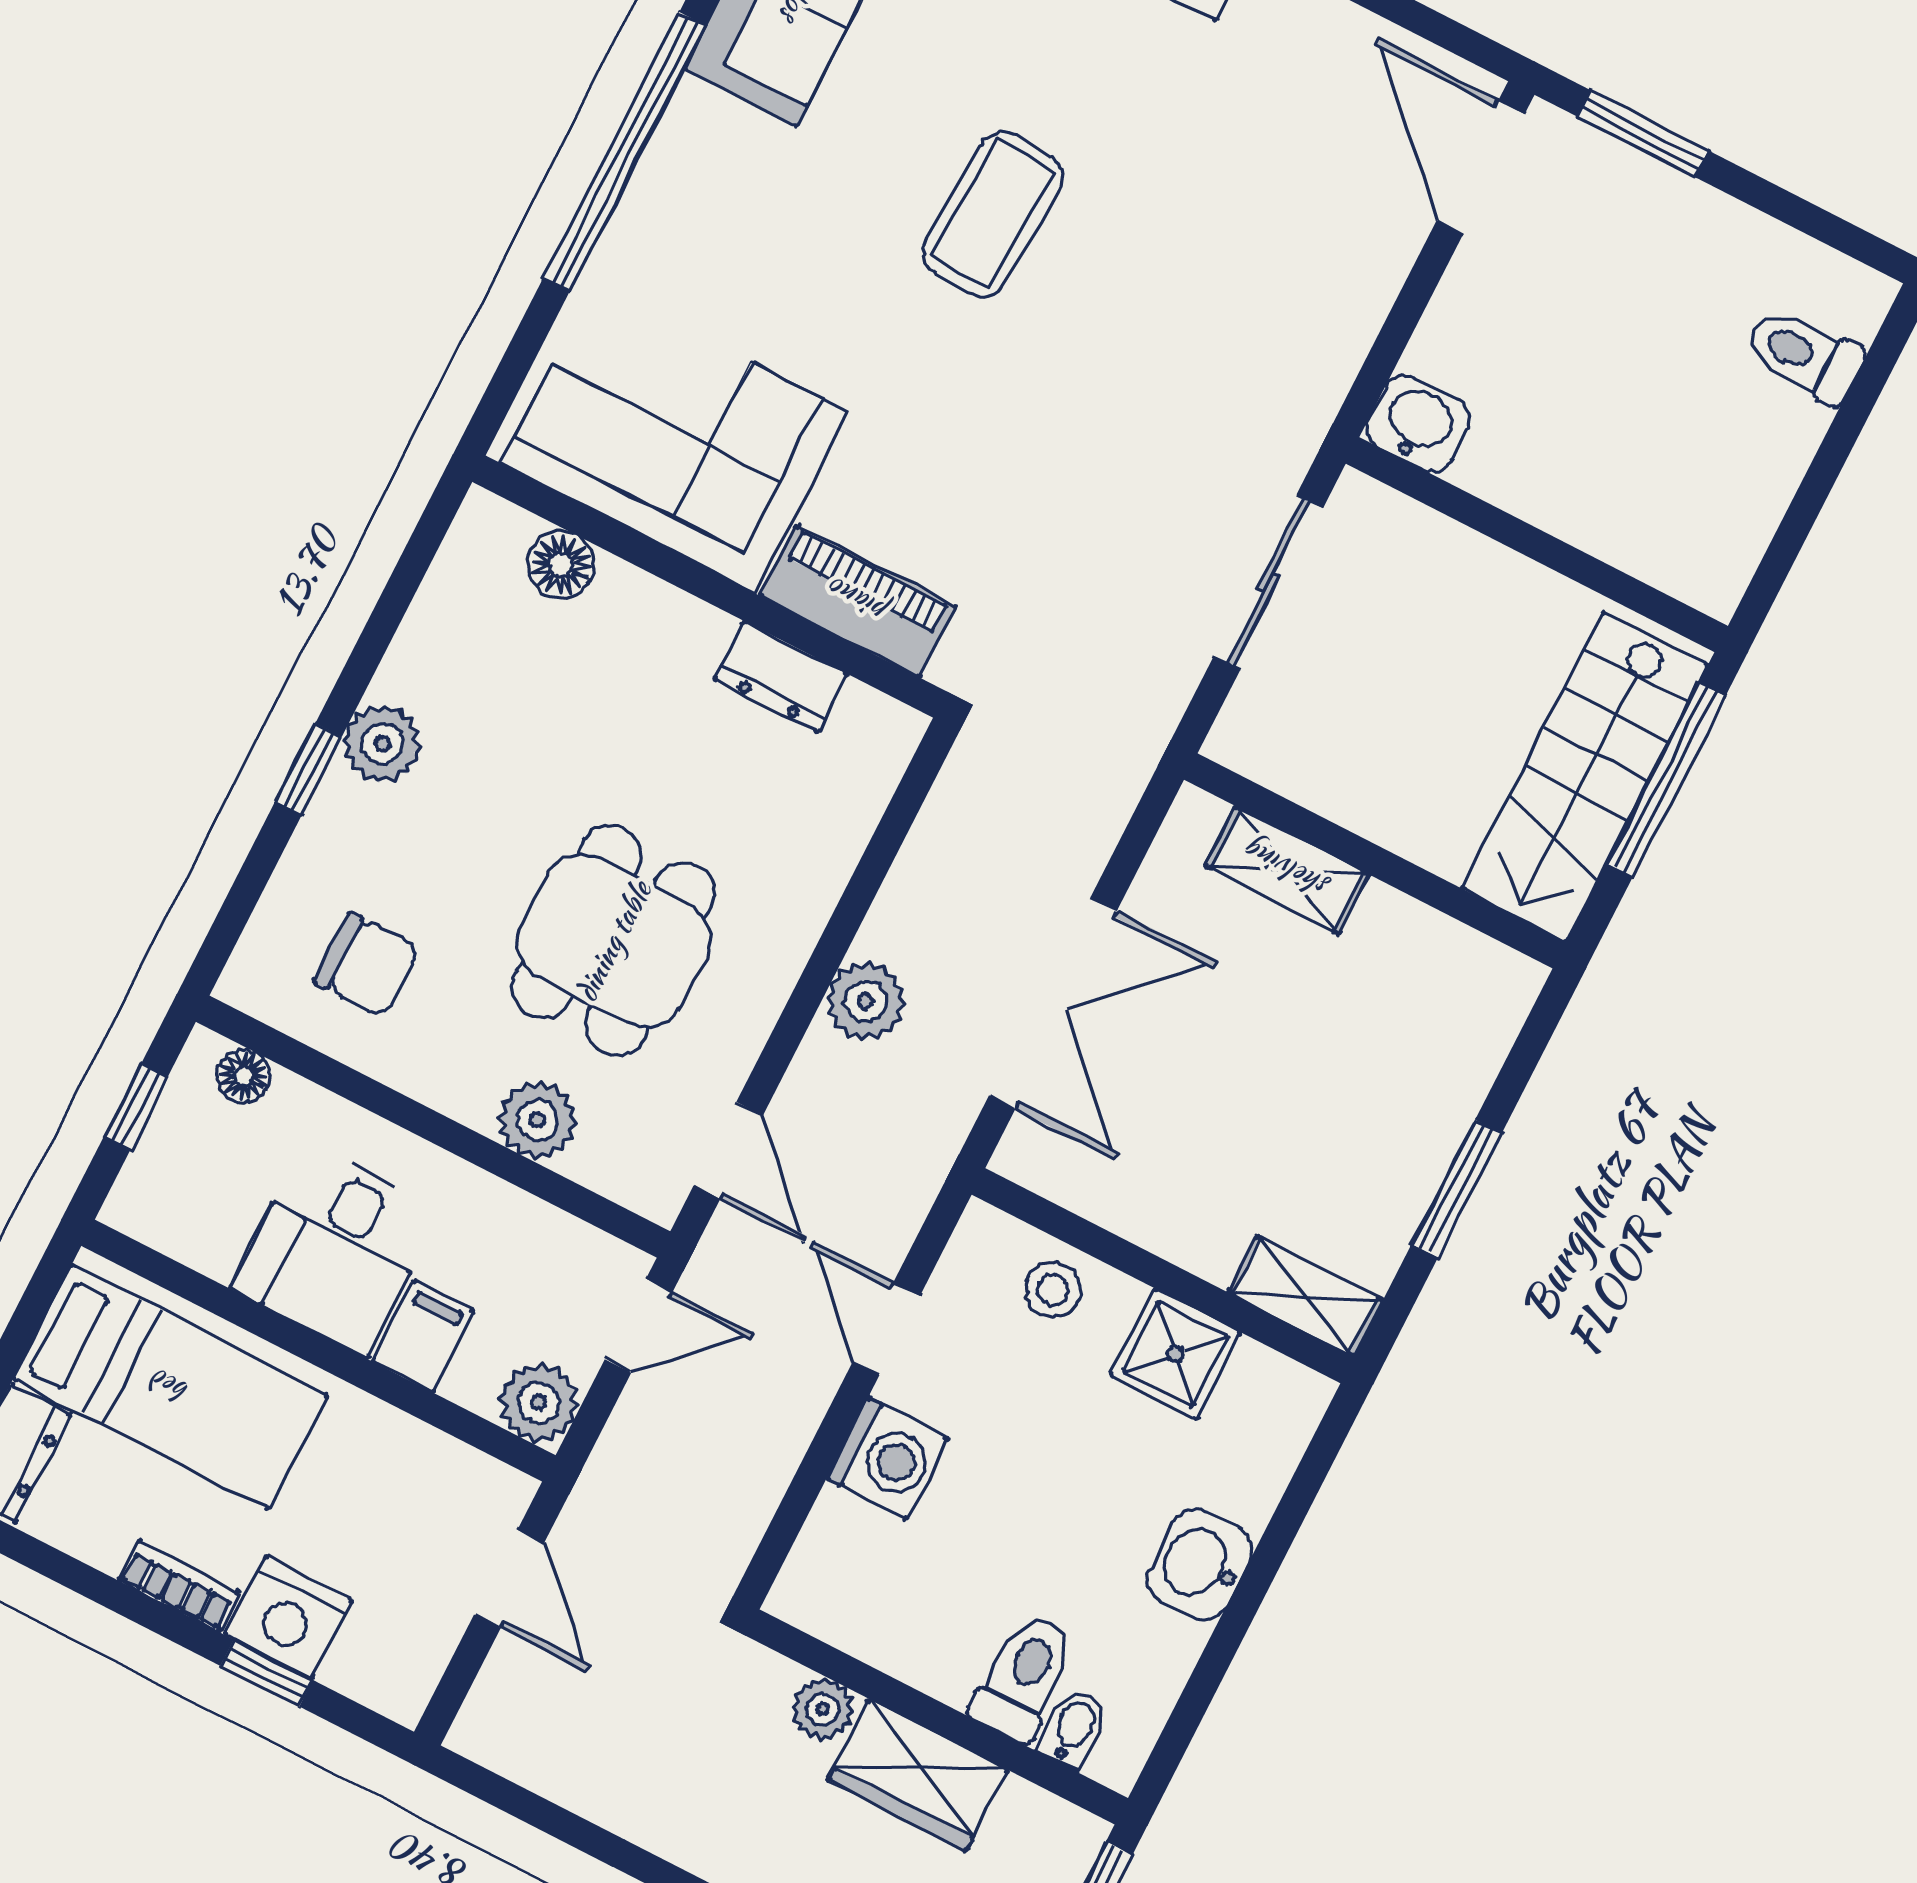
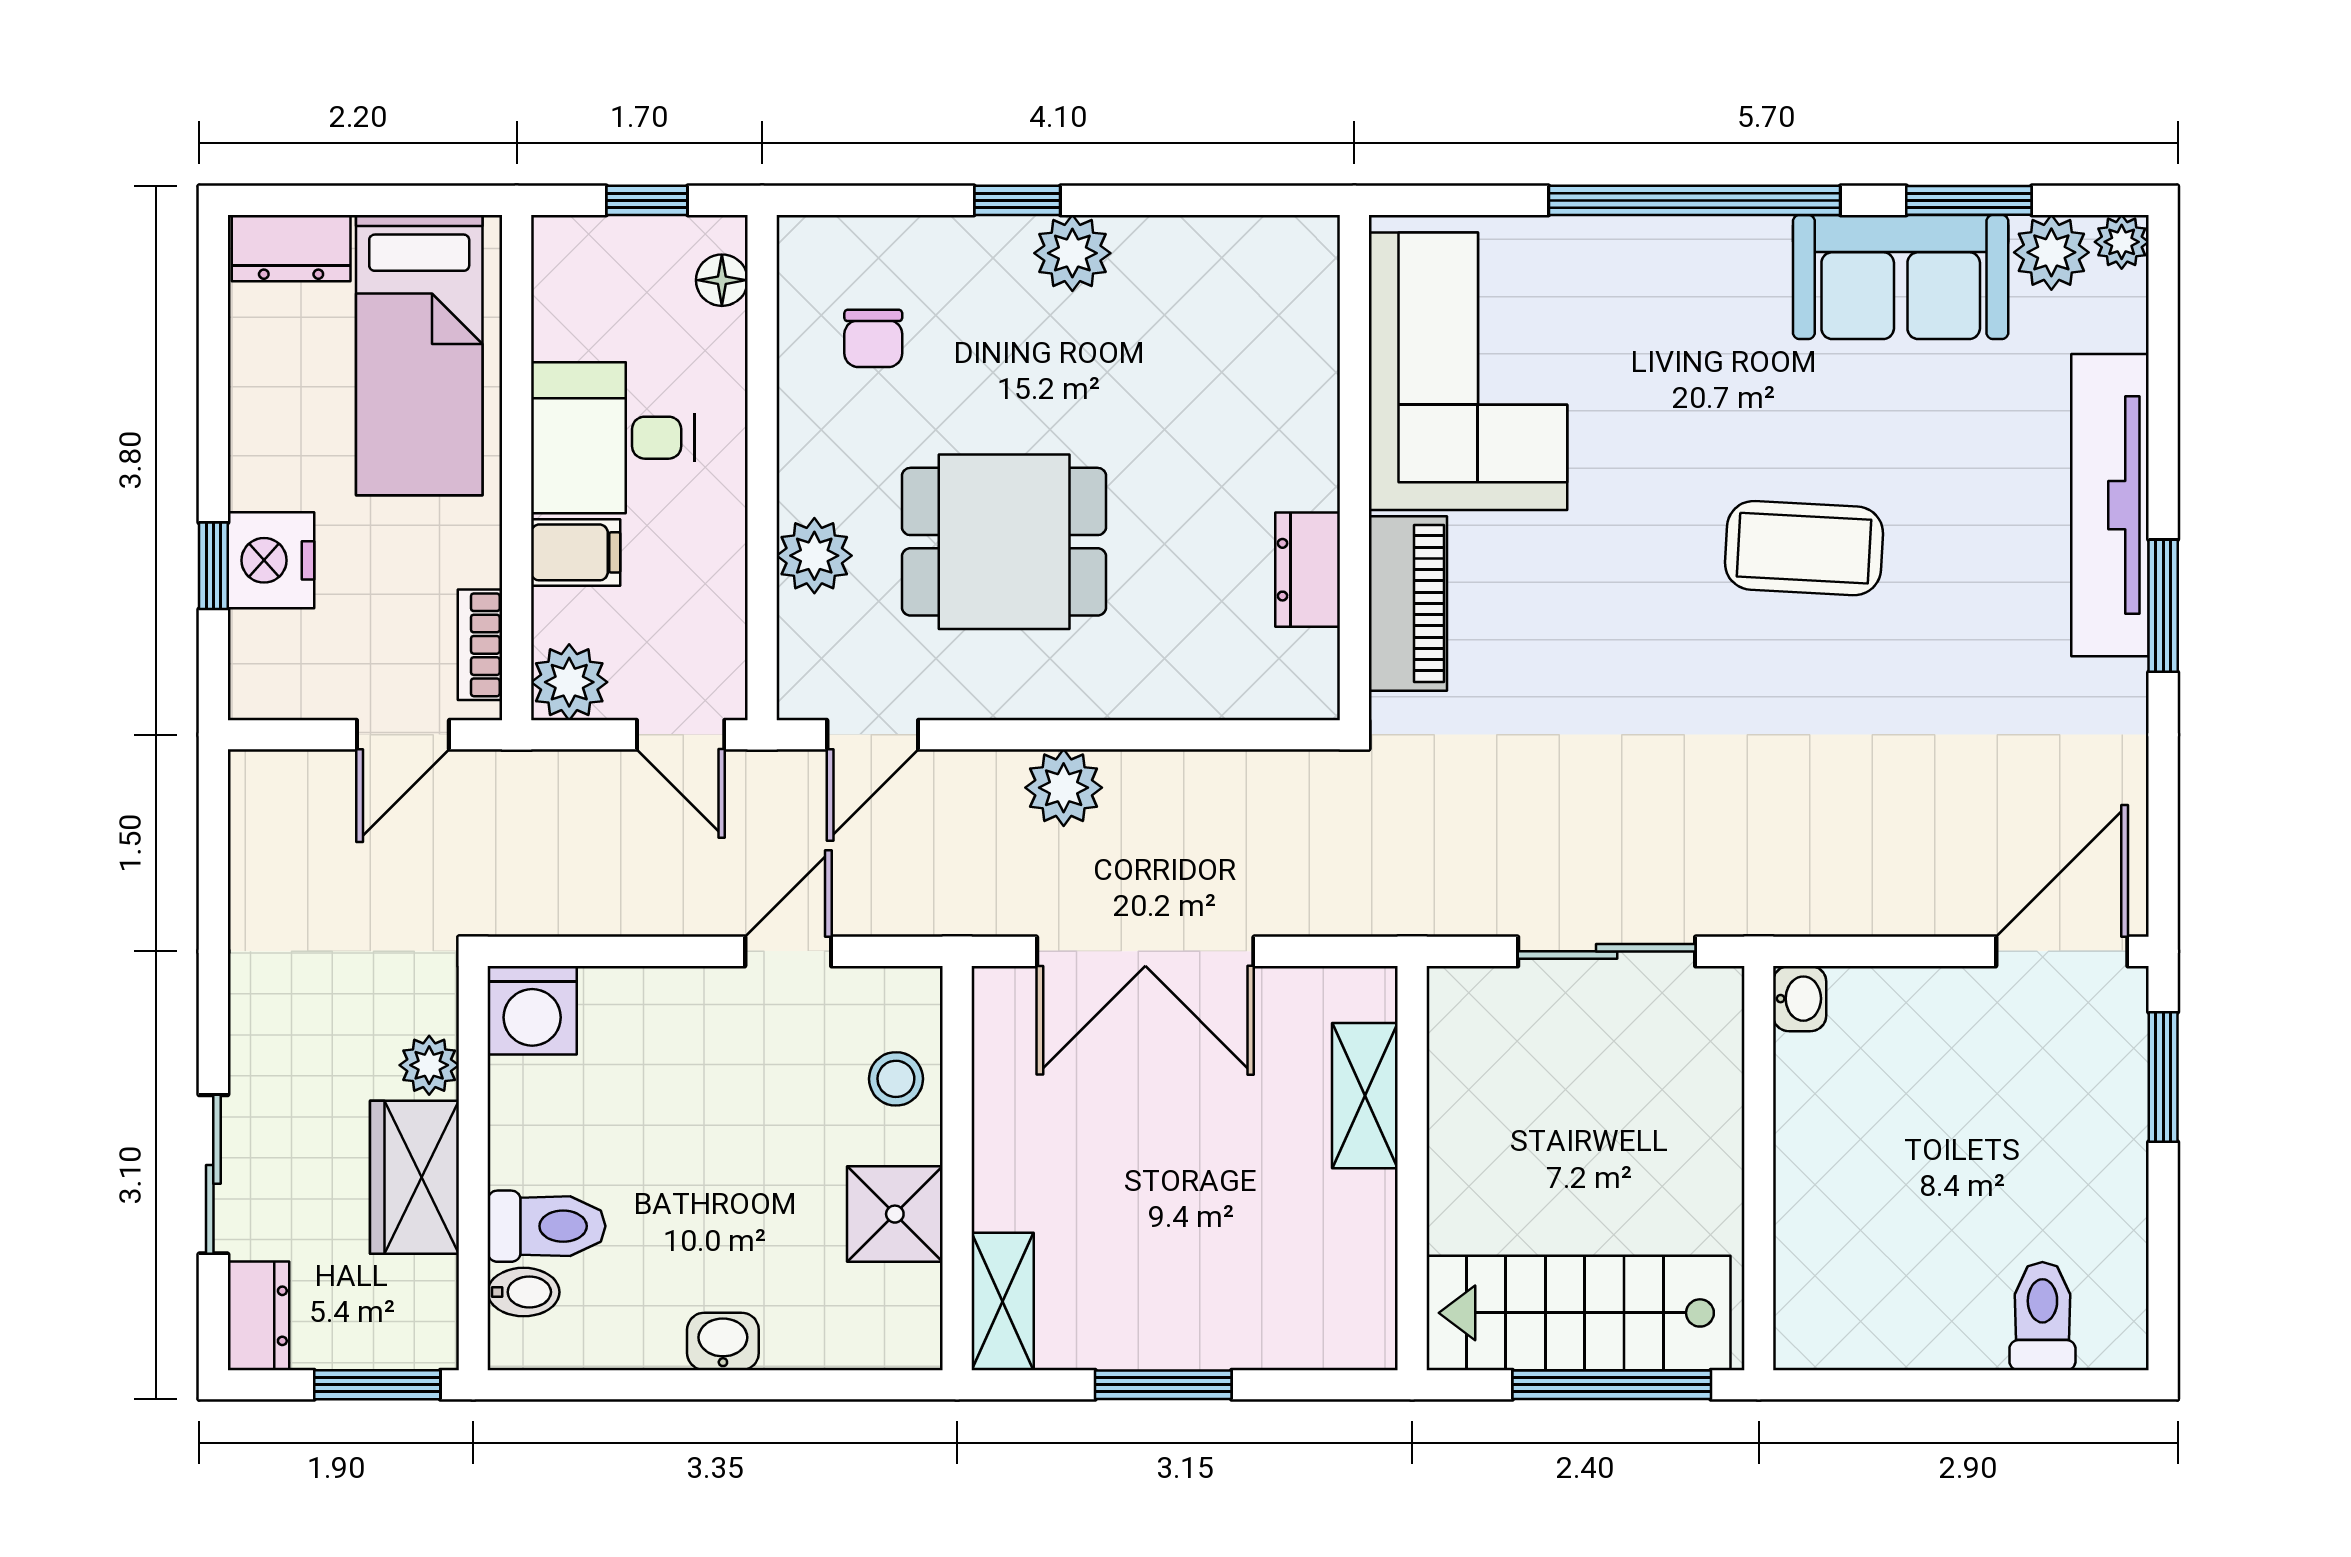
washbasin: (1418, 423) -> (1800, 999), width x0.72, depth x0.69
floor lamp: (561, 565) -> (1307, 329), removed
chair: (367, 965) -> (873, 338), width x0.73, depth x0.73
washing machine: (888, 1458) -> (532, 1010), moved
washbasin: (1200, 1564) -> (723, 1341), width x0.72, depth x0.69
bookcase: (179, 1586) -> (480, 645), moved, turned 180

